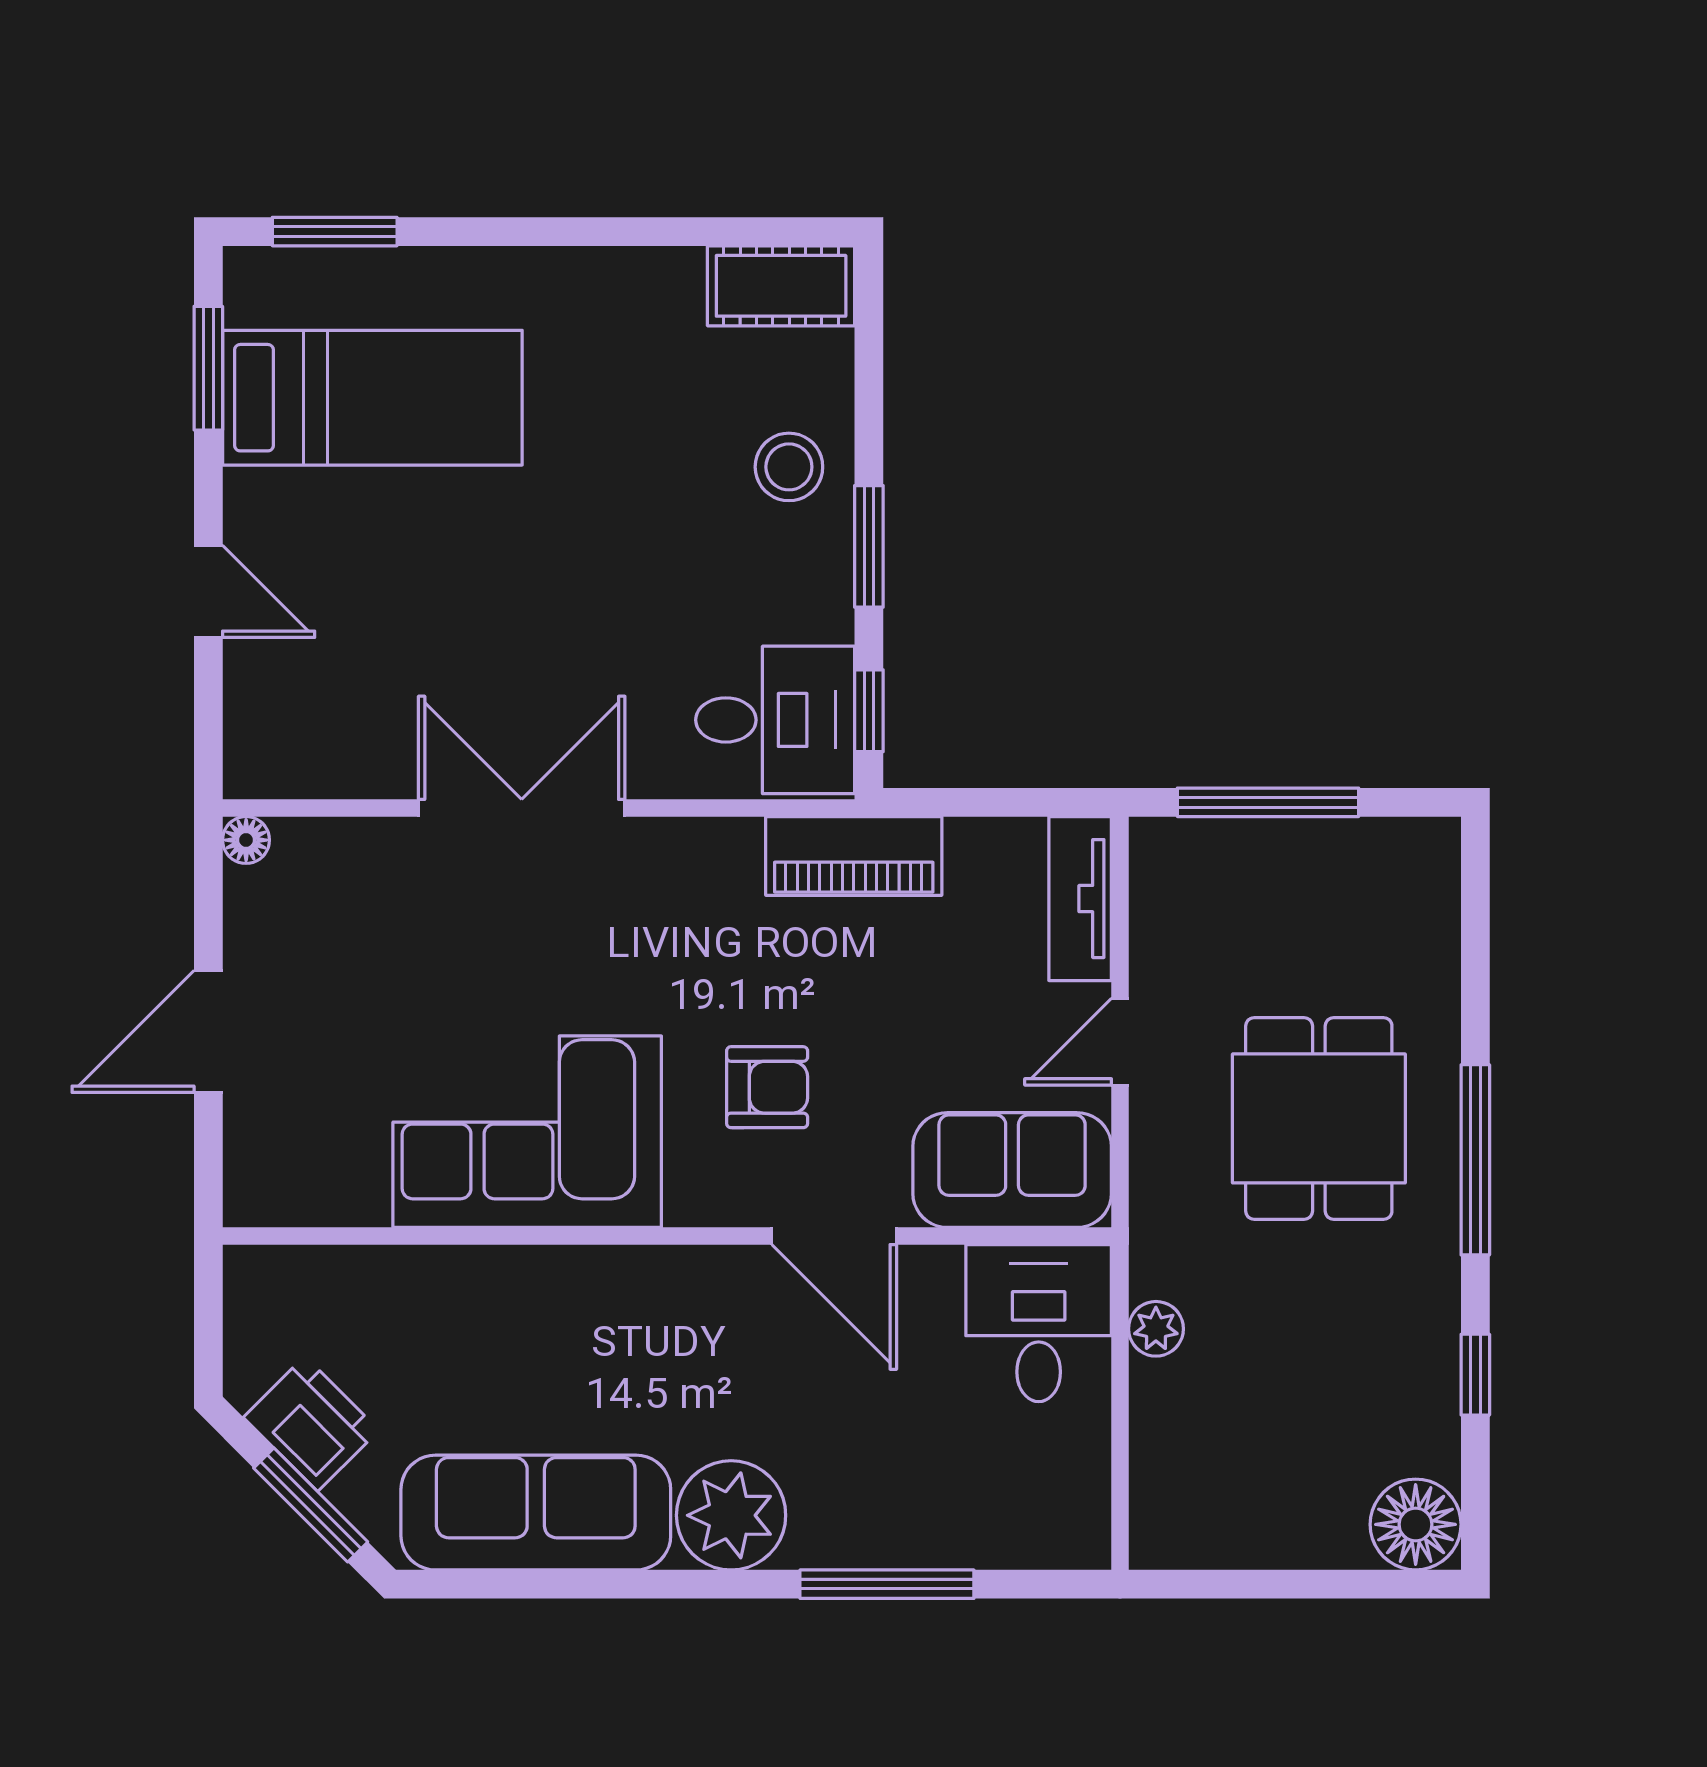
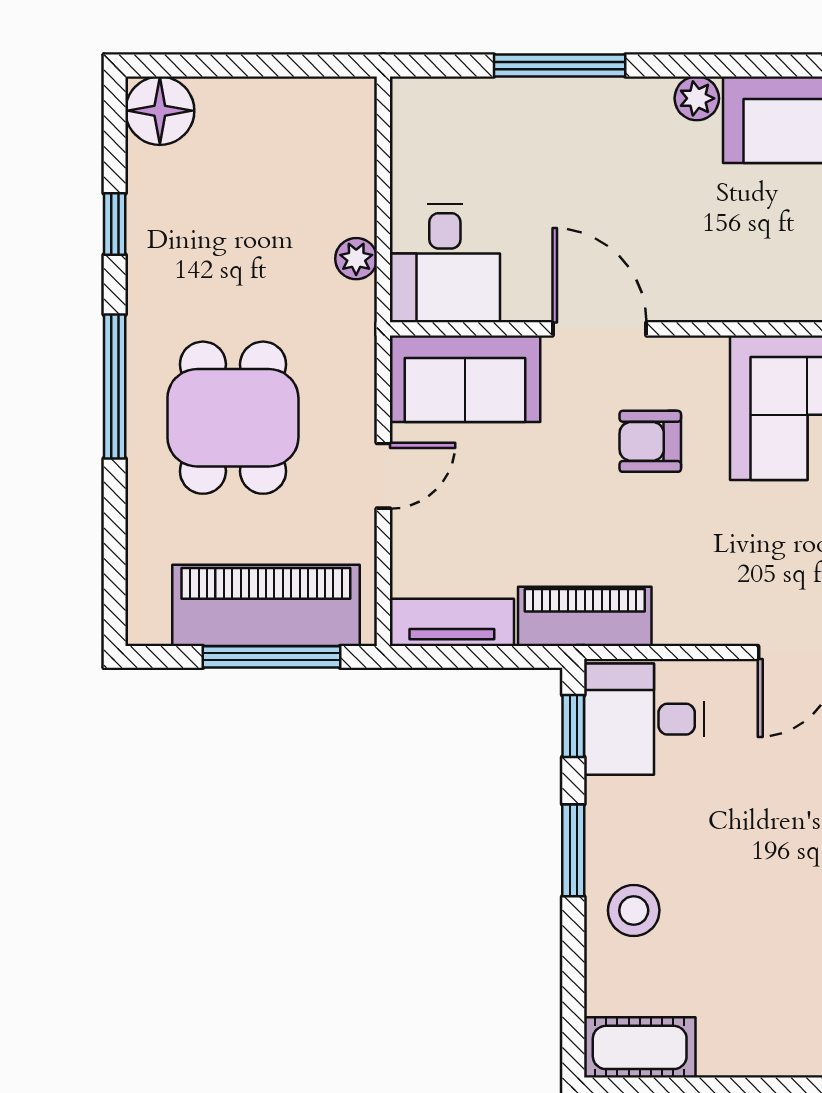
piano: (1275, 870) -> (266, 605), added
tv unit: (1080, 899) -> (452, 622), moved, turned -90
plant: (731, 1515) -> (697, 98), width x0.53, depth x0.53

